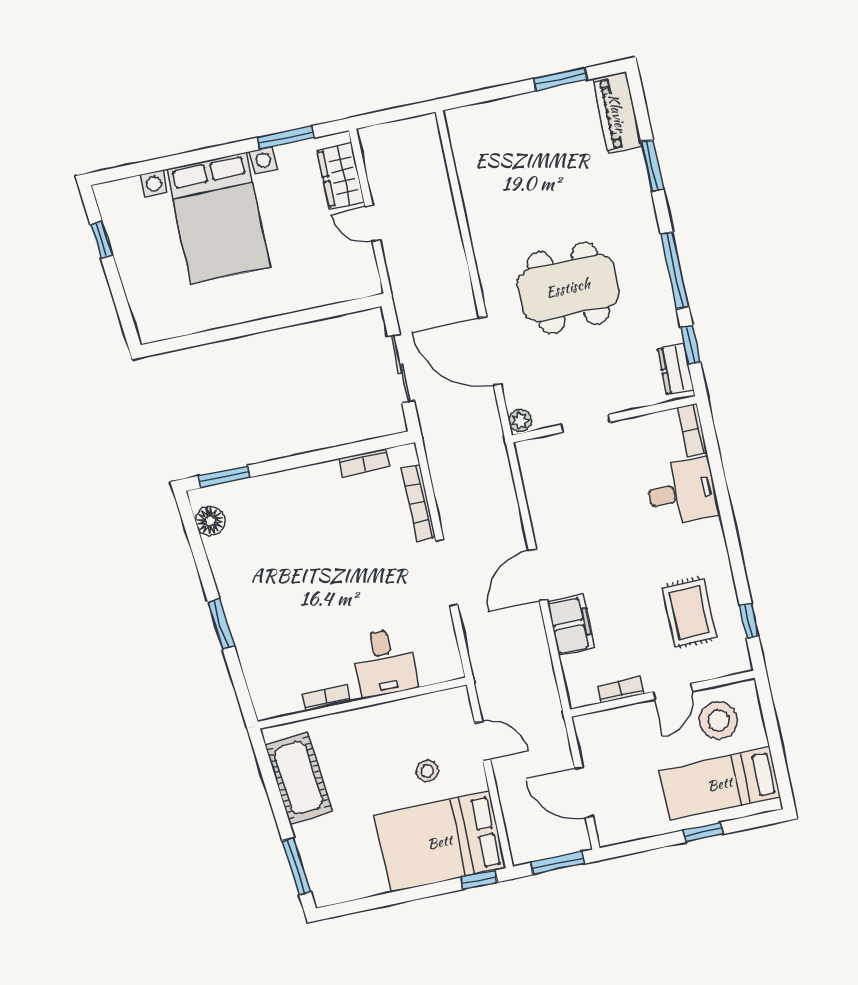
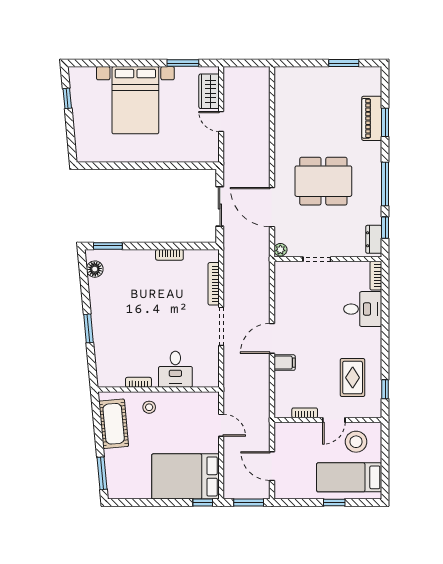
piano: (617, 113) -> (372, 118), moved
bookcase: (364, 463) -> (169, 255), moved
filing cabinet: (571, 625) -> (285, 363), width x0.50
stool: (427, 771) -> (149, 407), moved

